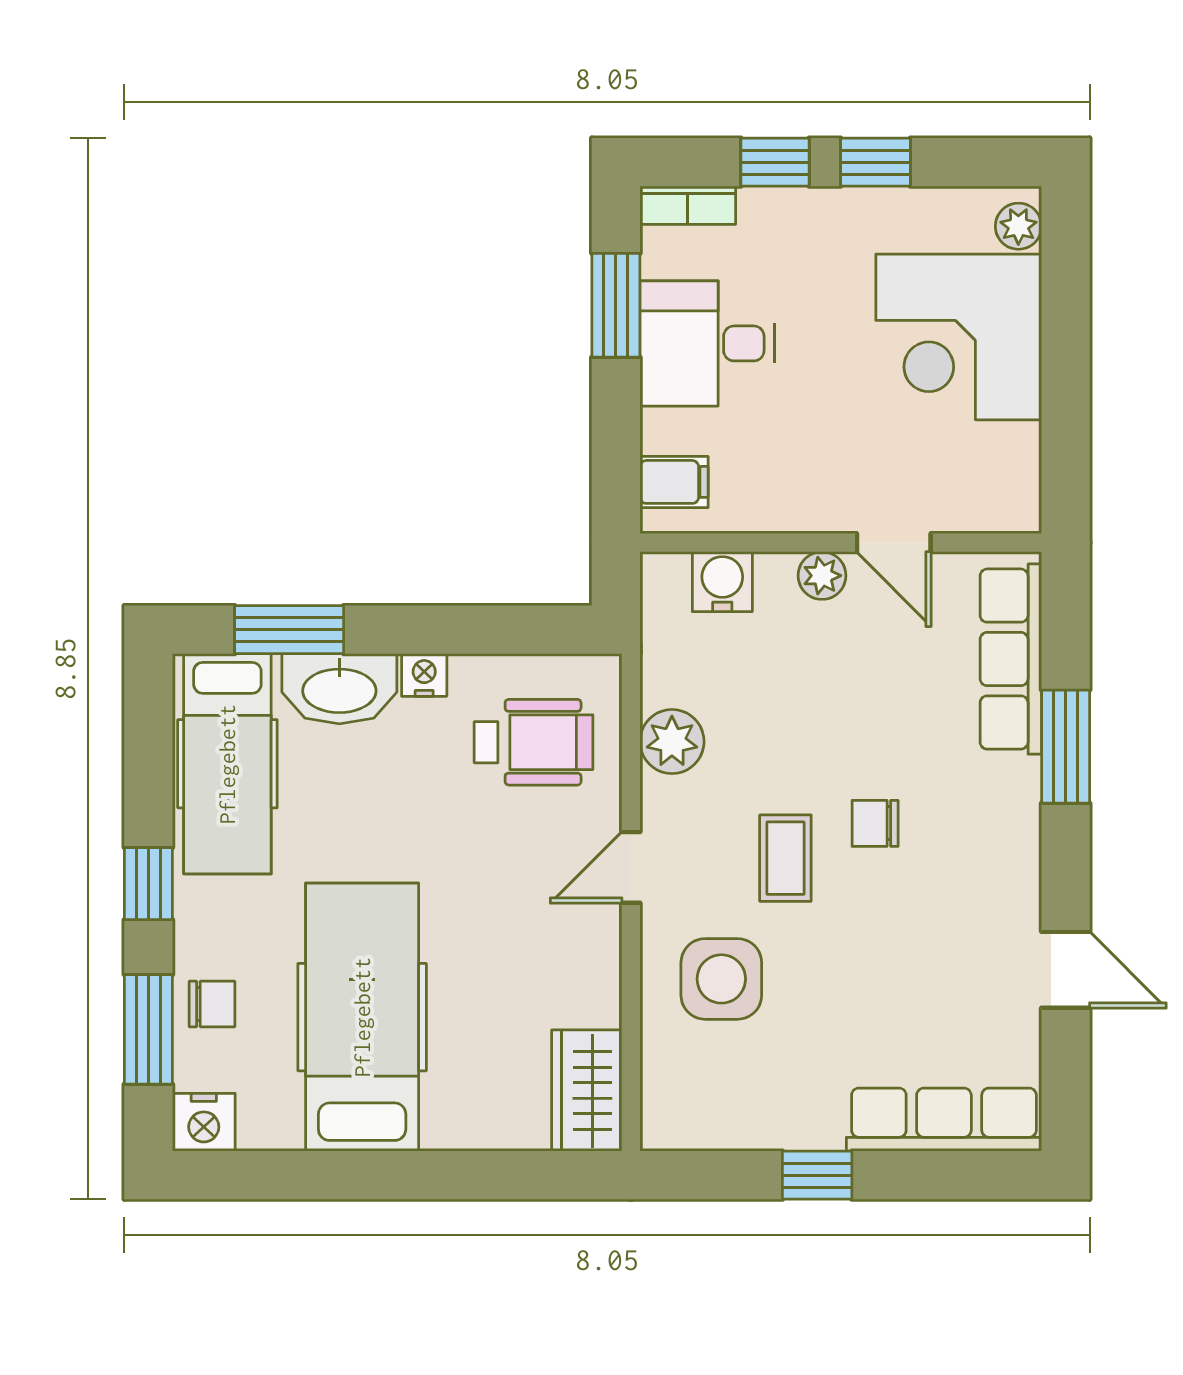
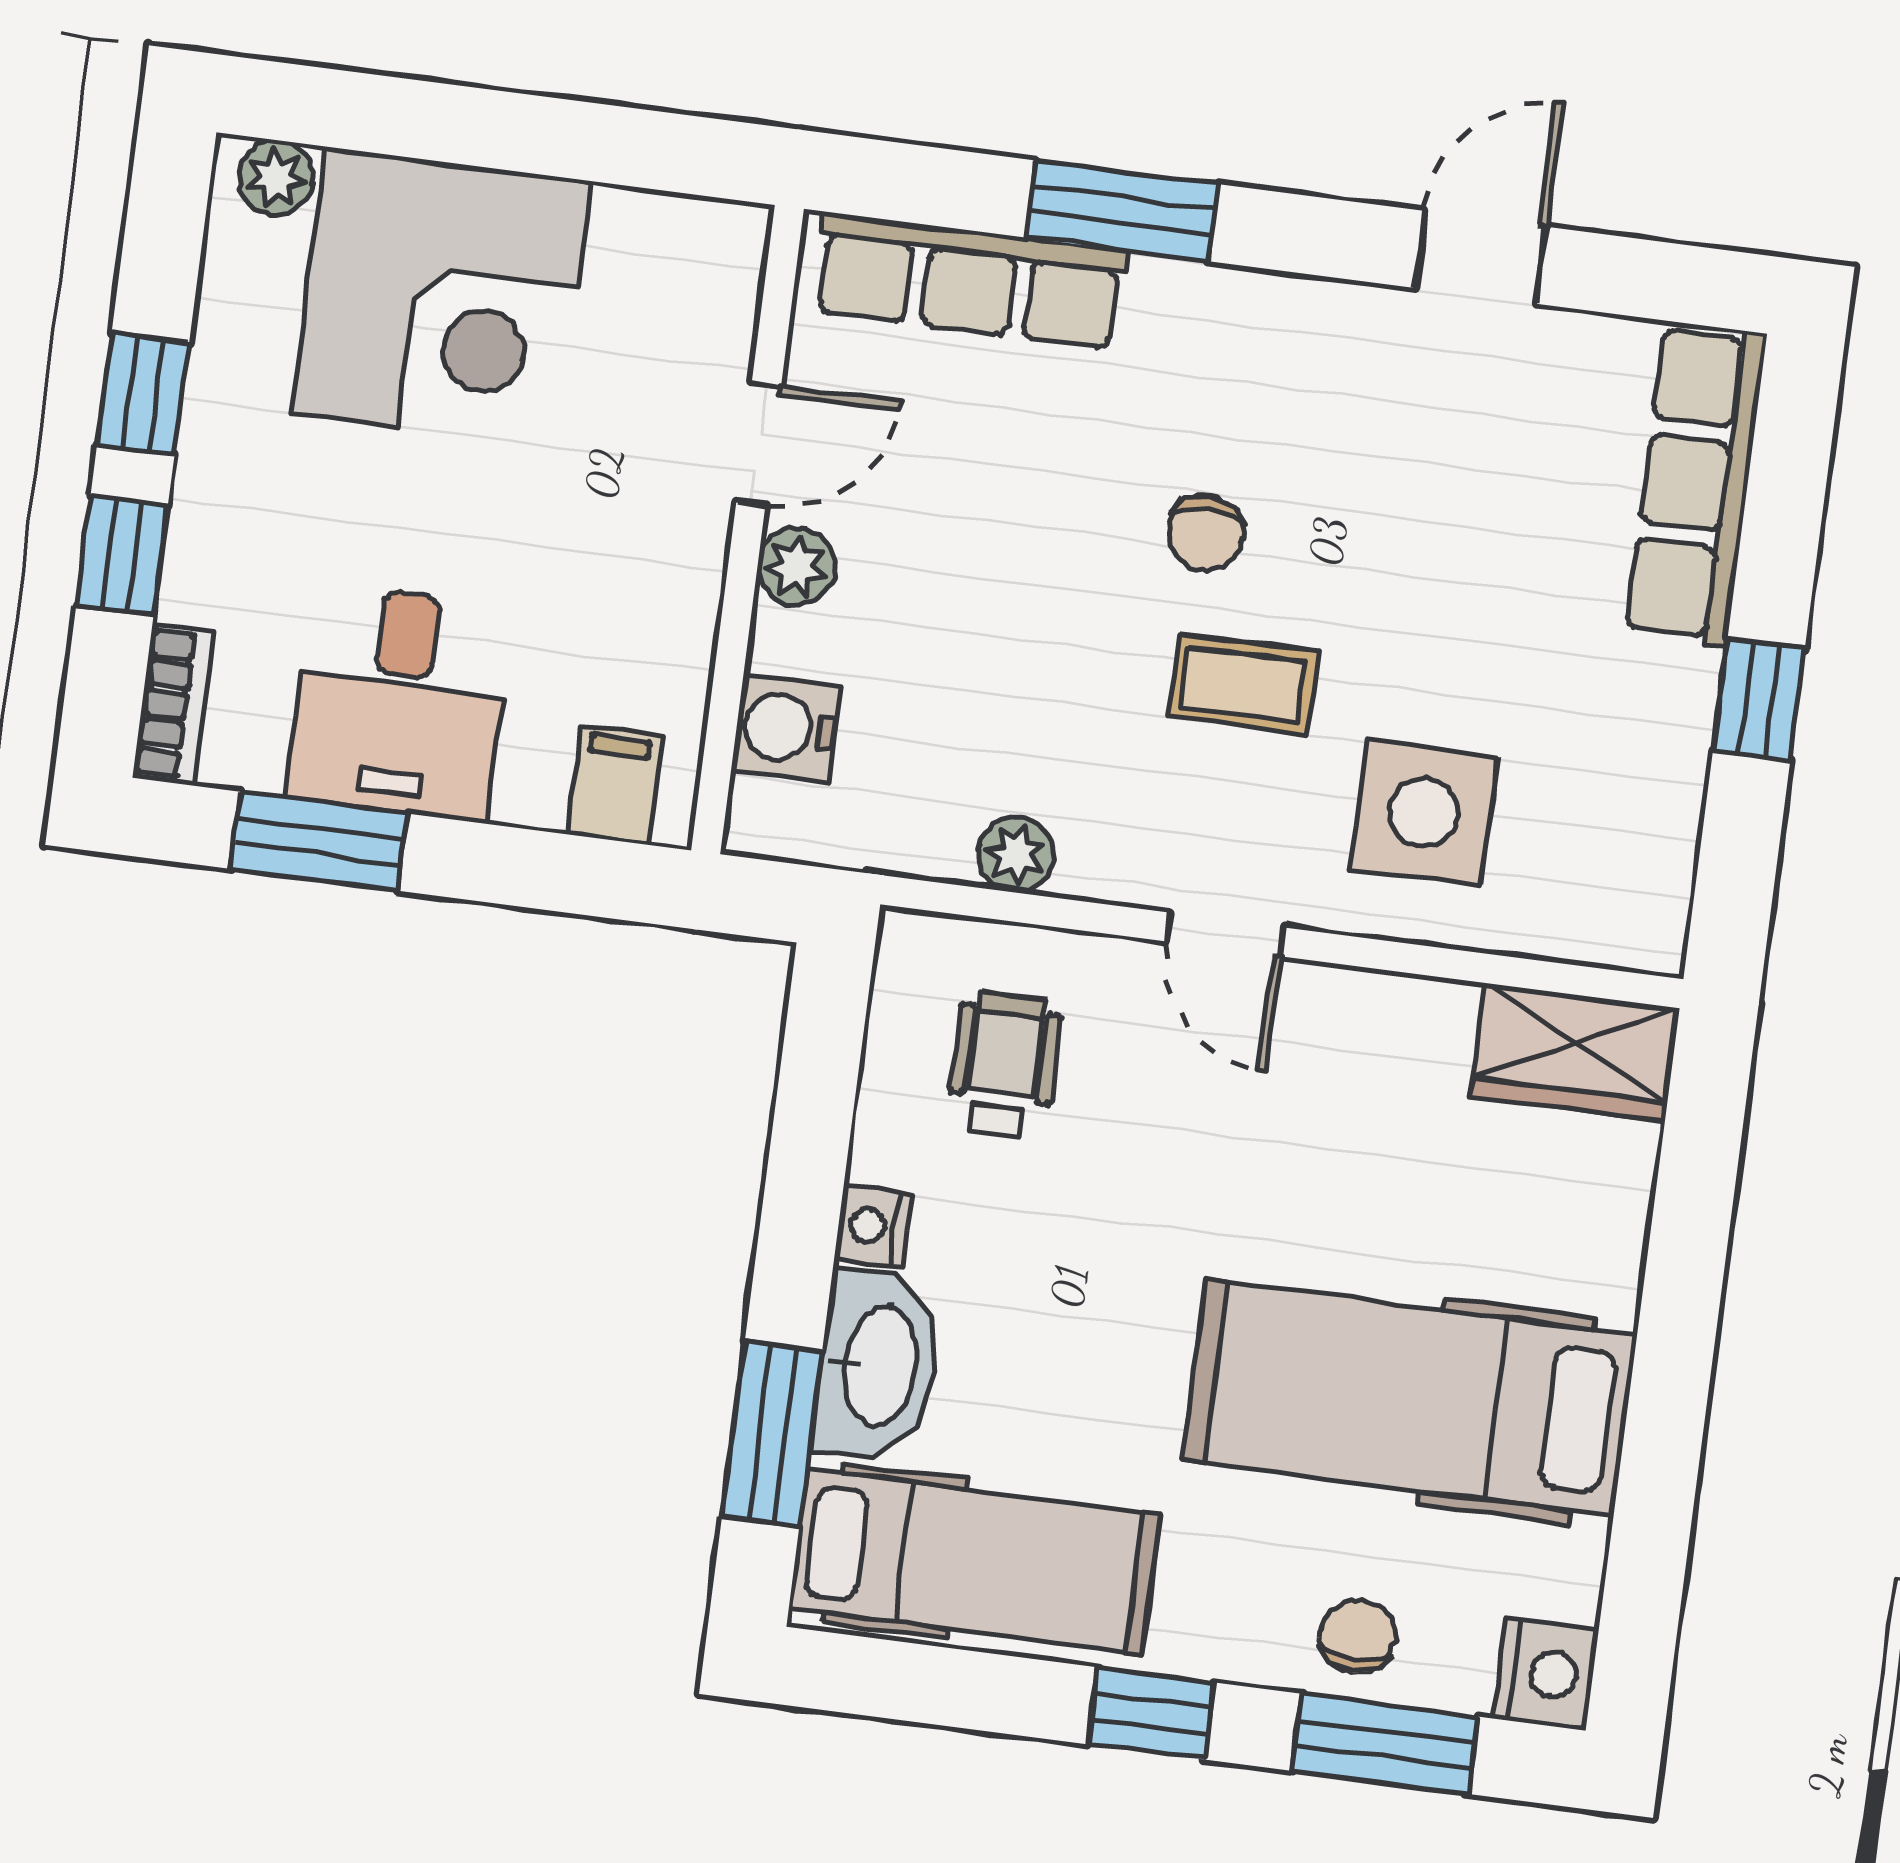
wheelchair: (534, 742) -> (1004, 1065), width x0.73, depth x0.73
plant: (672, 742) -> (1016, 854), width x0.73, depth x0.73

